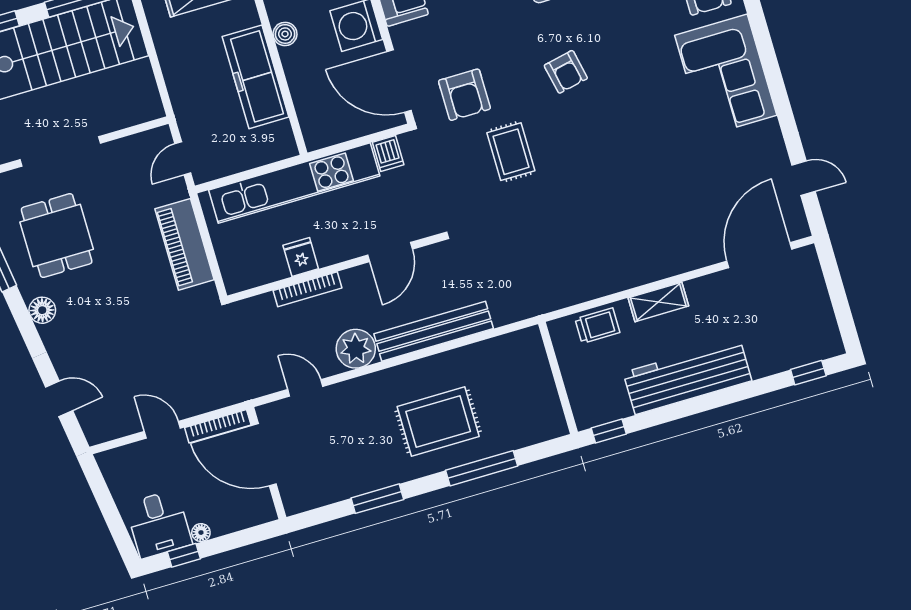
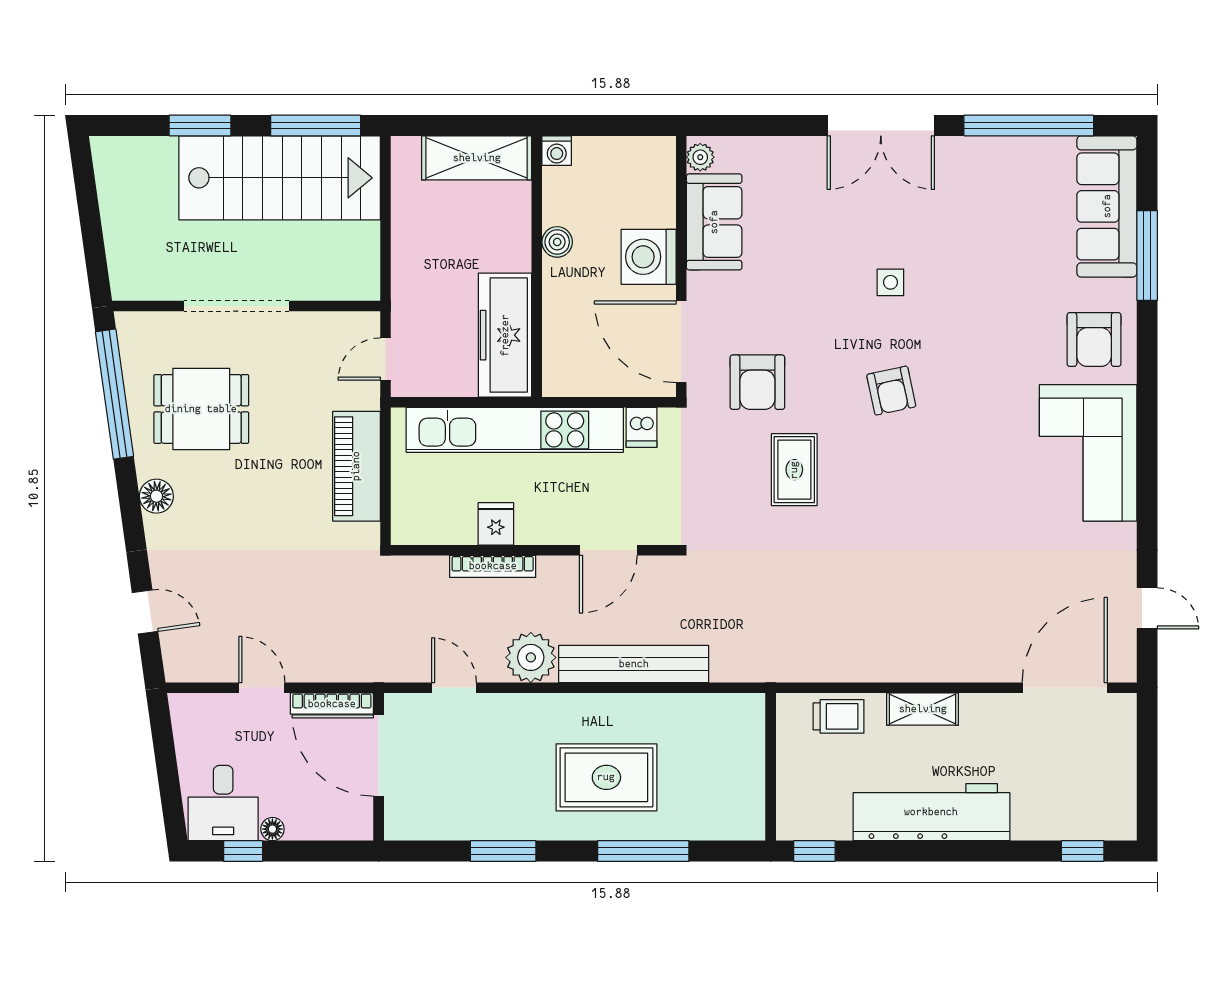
freezer: (255, 77) -> (505, 335), moved
dining table: (57, 236) -> (201, 409), turned 90

